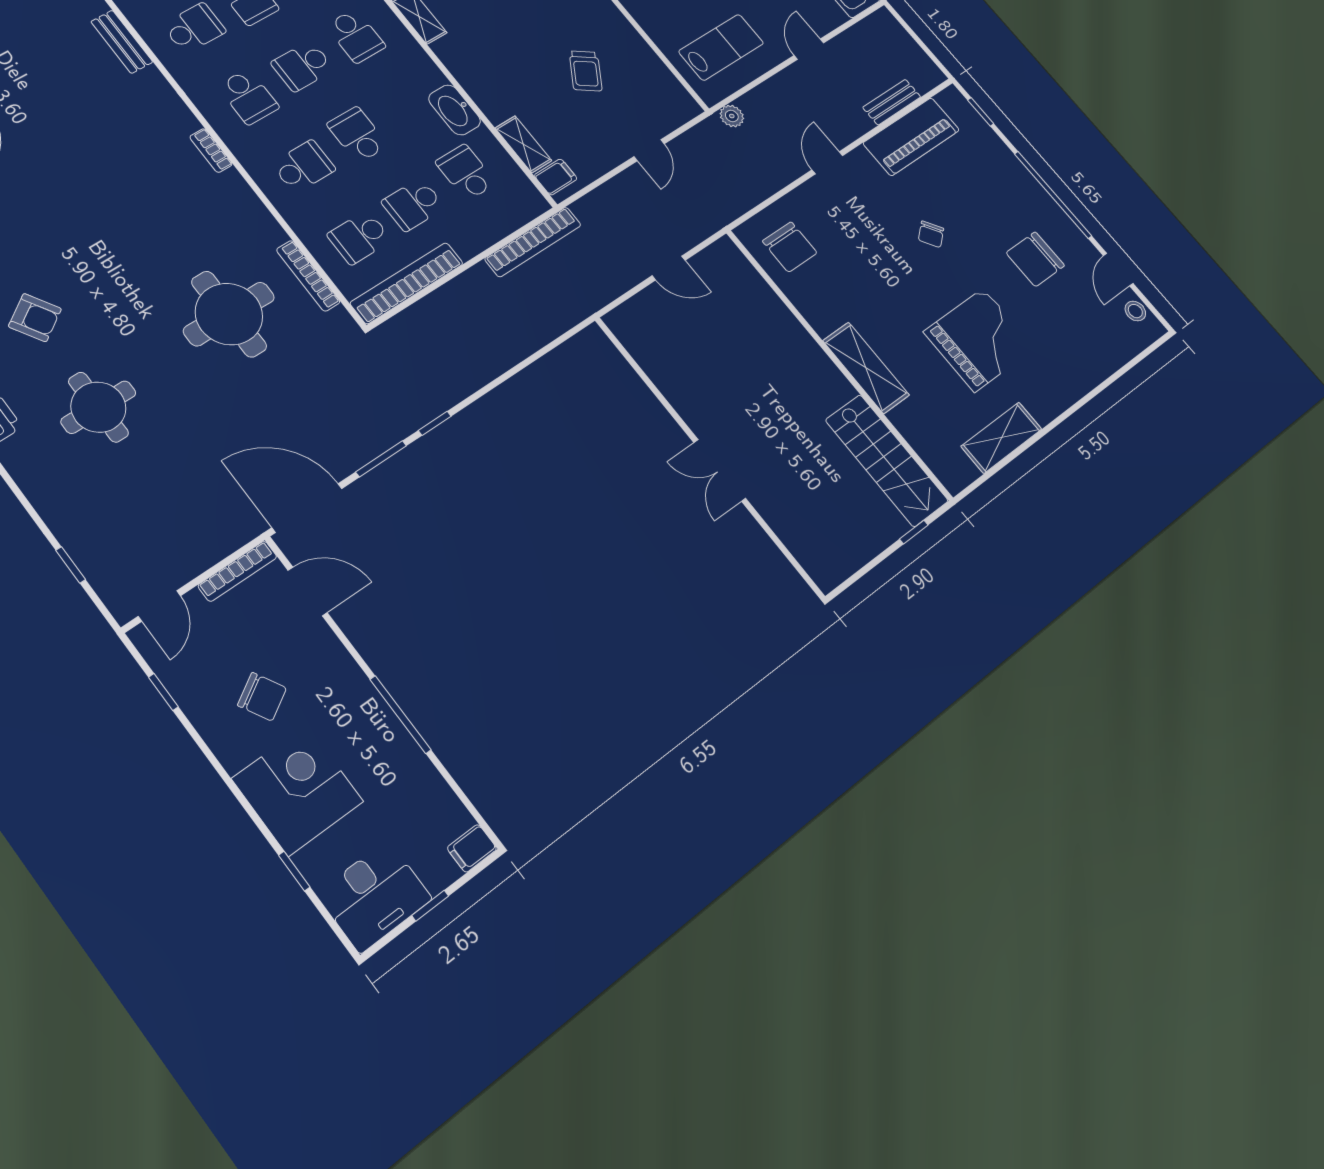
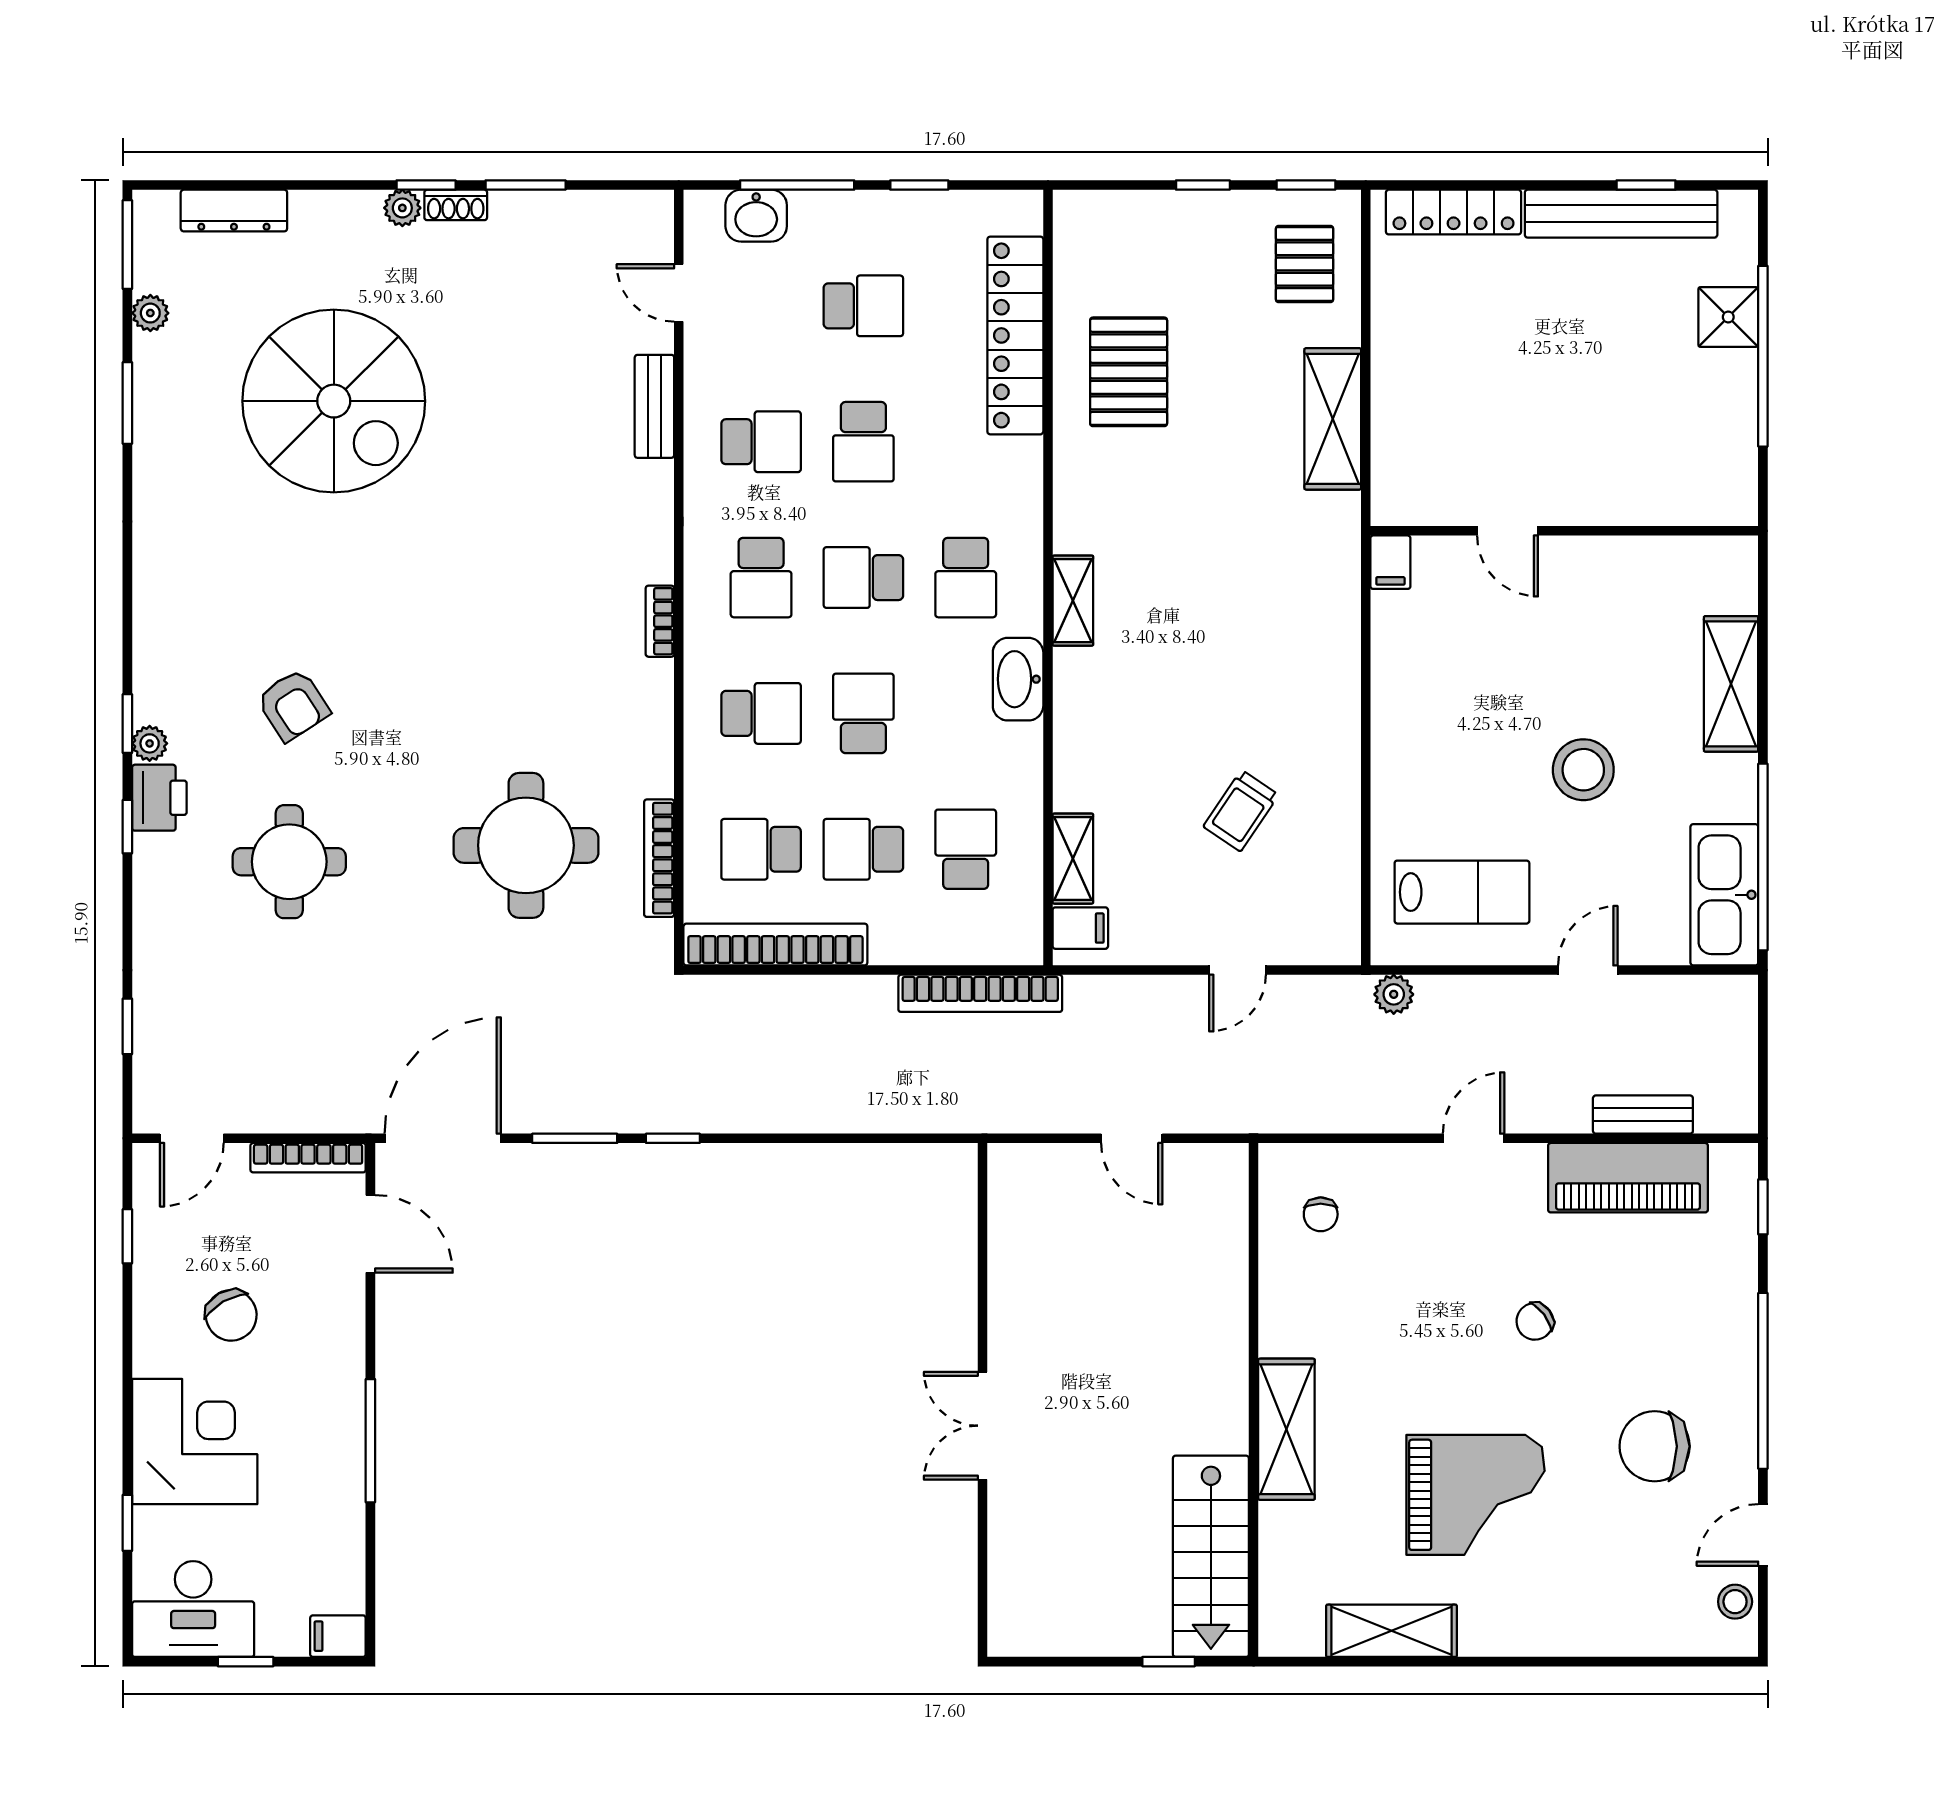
washbasin: (455, 110) -> (1018, 679), moved
chair: (790, 247) -> (1321, 1214), width x0.54, depth x0.54
door: (307, 508) -> (443, 1138), hinge flipped

